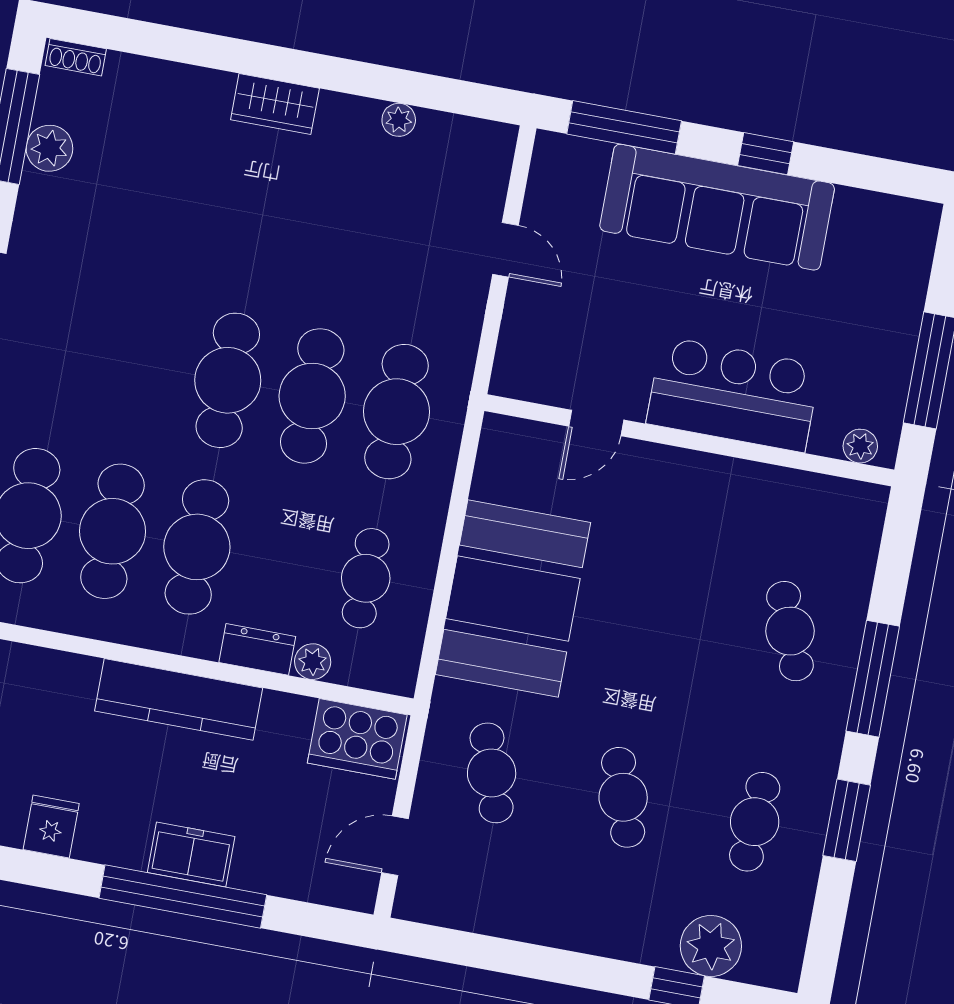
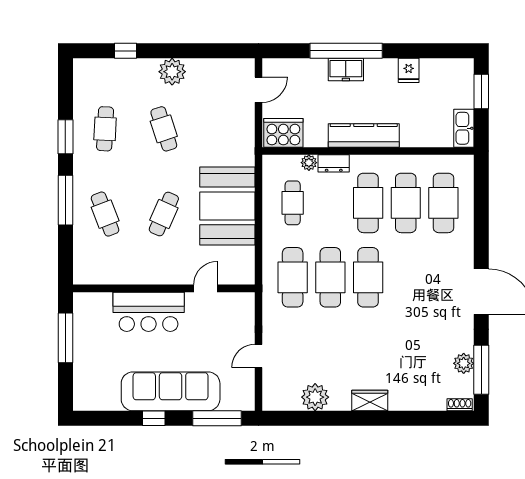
plant: (399, 120) -> (315, 397), width x1.88, depth x1.88
door: (505, 250) -> (259, 356), hinge flipped
plant: (860, 446) -> (90, 300), removed
cafe table: (492, 773) -> (164, 214), moved, turned 42
plant: (711, 946) -> (172, 72), moved

